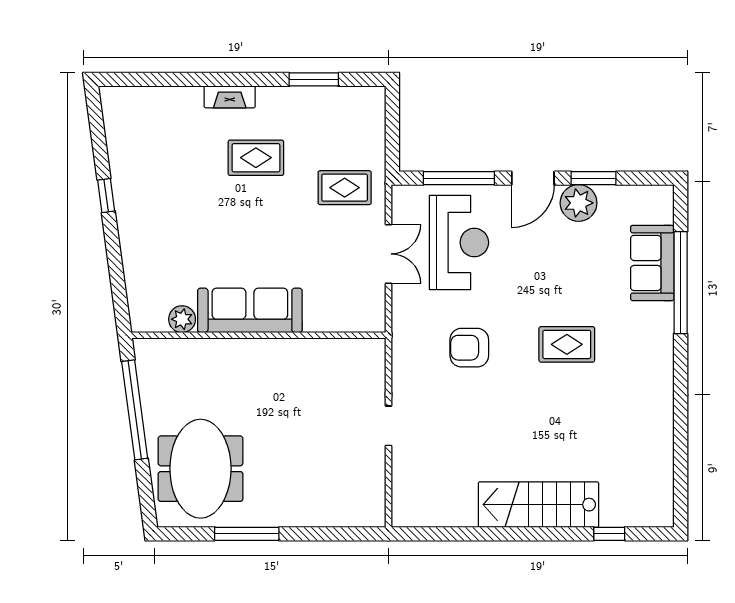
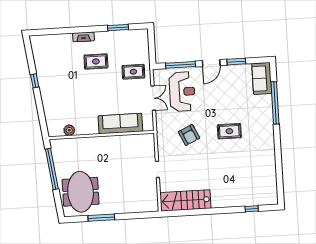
plant: (579, 203) -> (231, 72), removed
sofa: (652, 263) -> (262, 78), moved
sofa: (250, 310) -> (120, 124), moved
armchair: (469, 348) -> (189, 135), turned -115
stairs: (538, 505) -> (185, 200), moved

